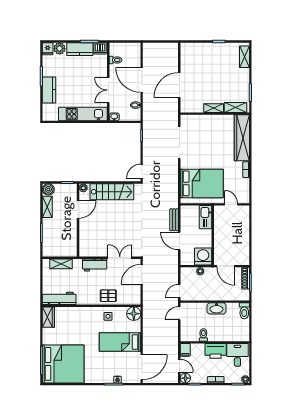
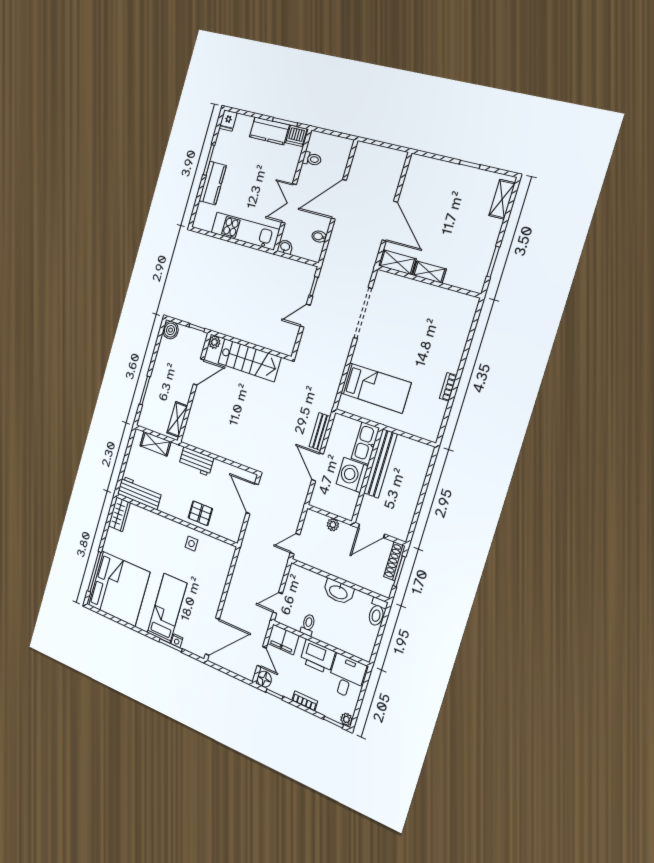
plant: (60, 48) -> (243, 124), removed
door: (142, 80) -> (339, 199), hinge flipped
door: (179, 85) -> (390, 221), swing flipped
shelving: (235, 108) -> (397, 262), moved
wardrobe: (242, 138) -> (457, 333), removed
door: (142, 171) -> (305, 316), moved
bed: (202, 183) -> (376, 388), width x0.67
door: (231, 204) -> (409, 436), removed
shelving: (47, 207) -> (177, 419), moved
bench: (219, 226) -> (380, 464), added
washing machine: (203, 256) -> (352, 475), moved, turned -90
double door: (120, 258) -> (231, 463), removed
door: (226, 266) -> (371, 531), hinge flipped
door: (142, 274) -> (252, 499), hinge flipped
door: (179, 313) -> (278, 603), moved
floor lamp: (134, 314) -> (225, 553), removed
bed: (120, 342) -> (167, 608), moved, turned 90
filing cabinet: (185, 350) -> (283, 639), width x2.00

